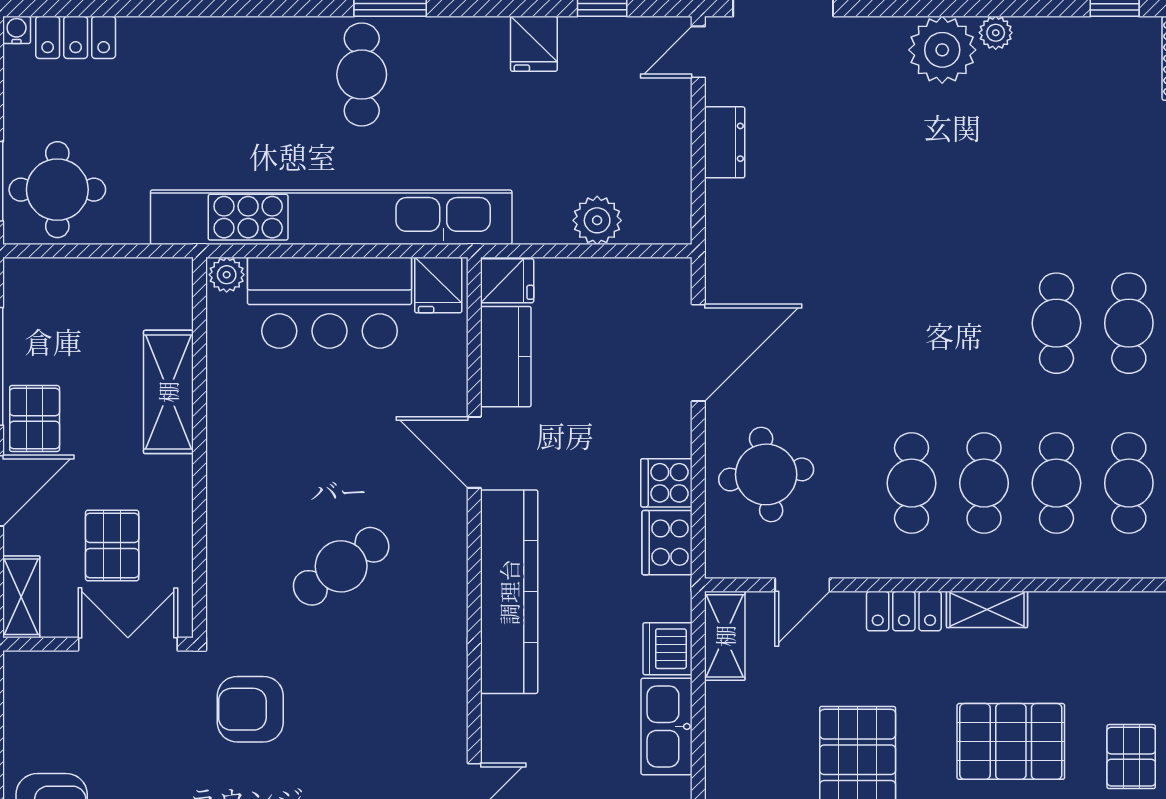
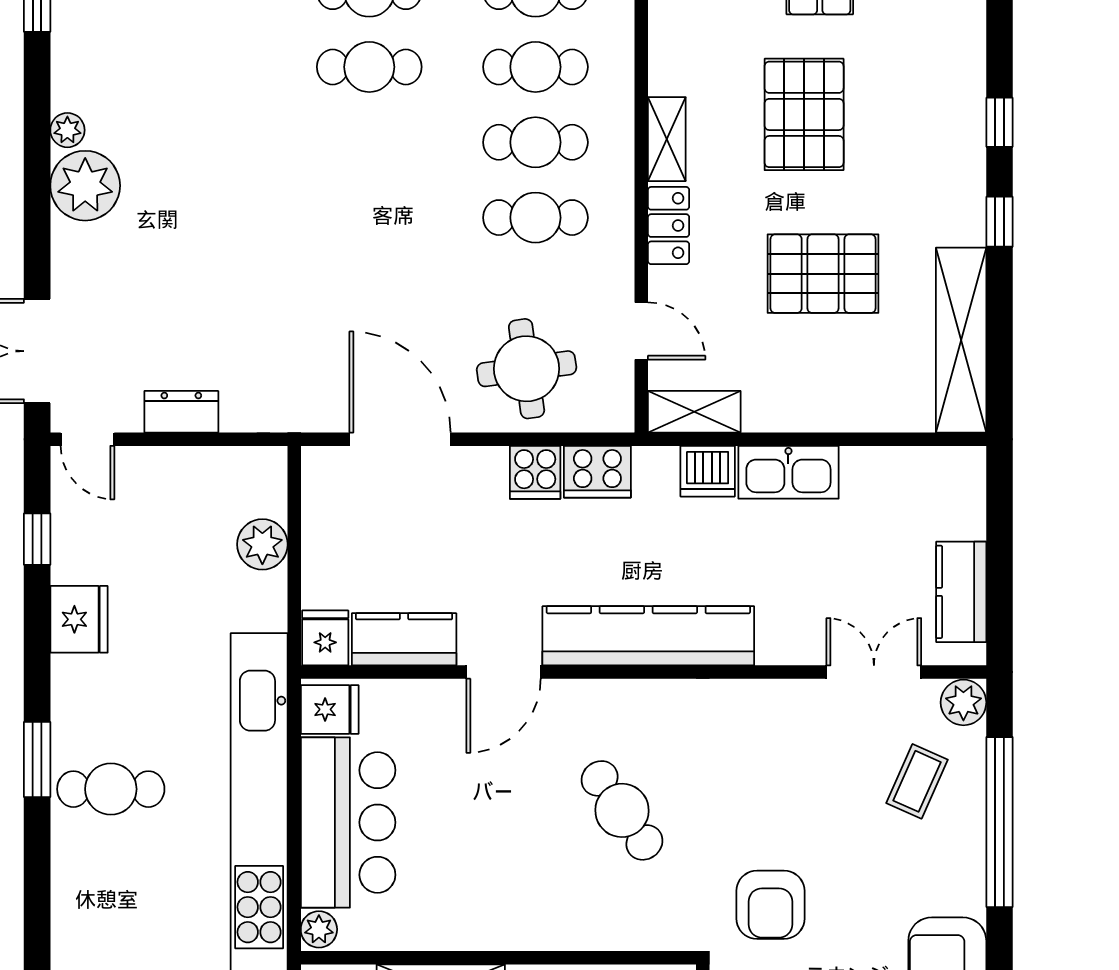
fridge: (534, 44) -> (79, 619), width x1.38

